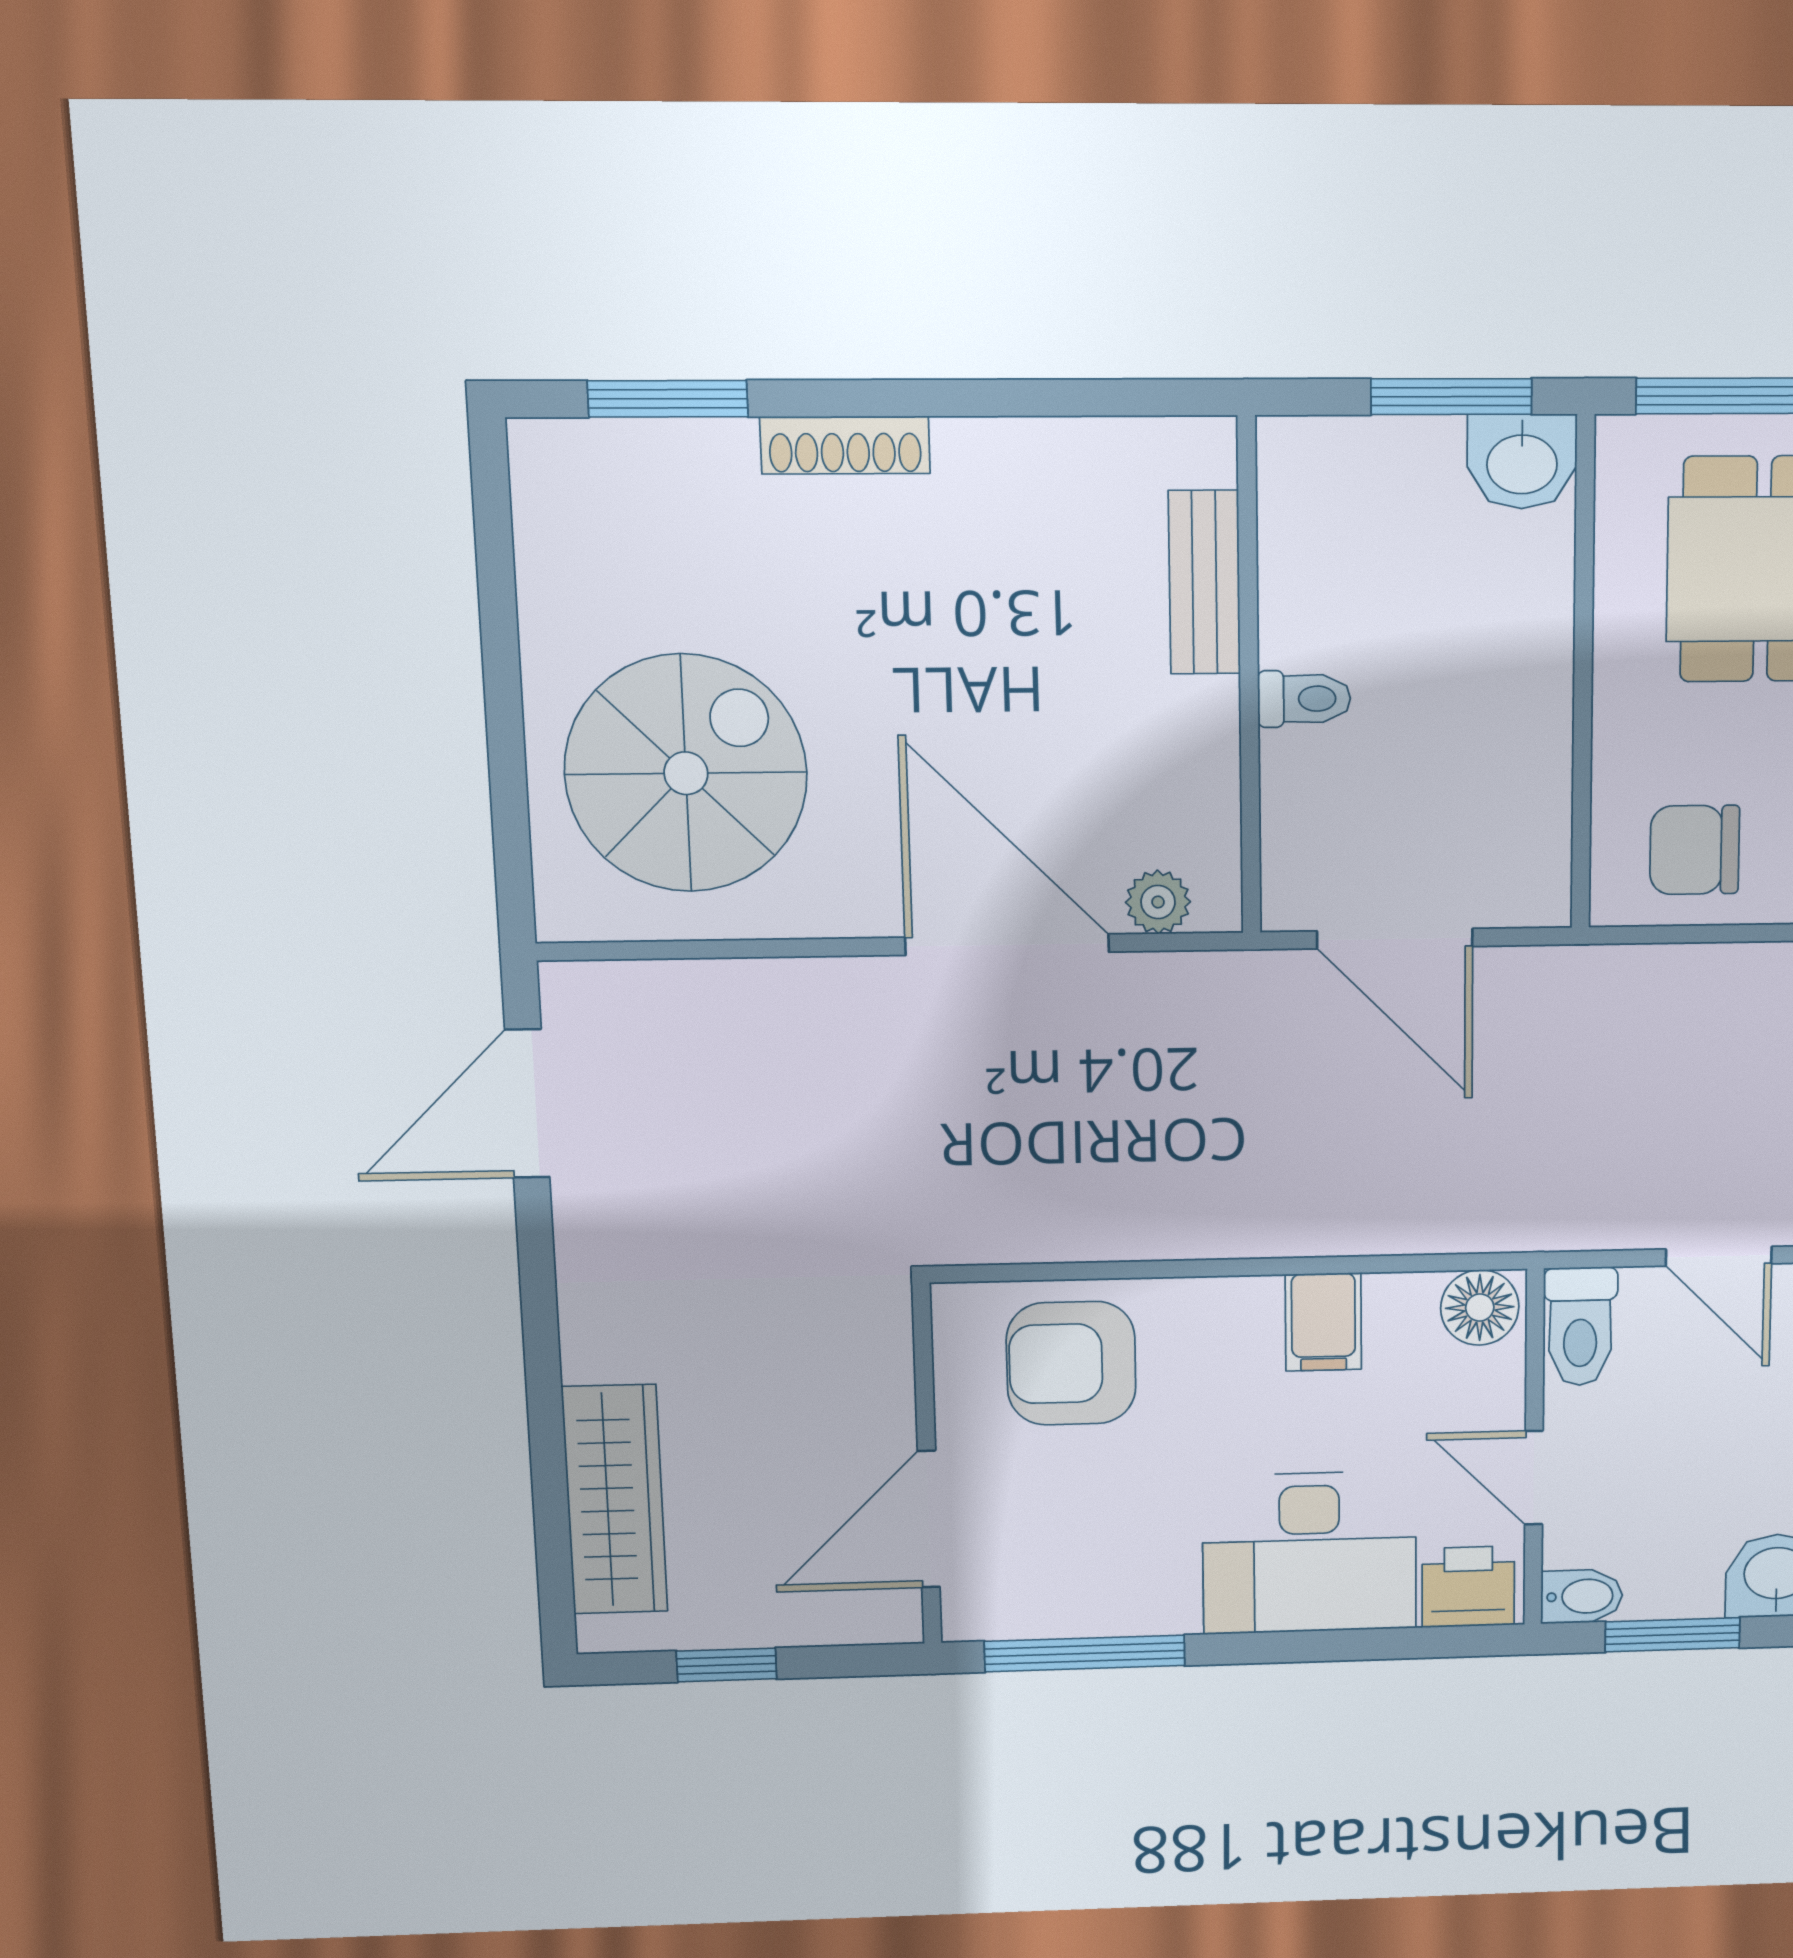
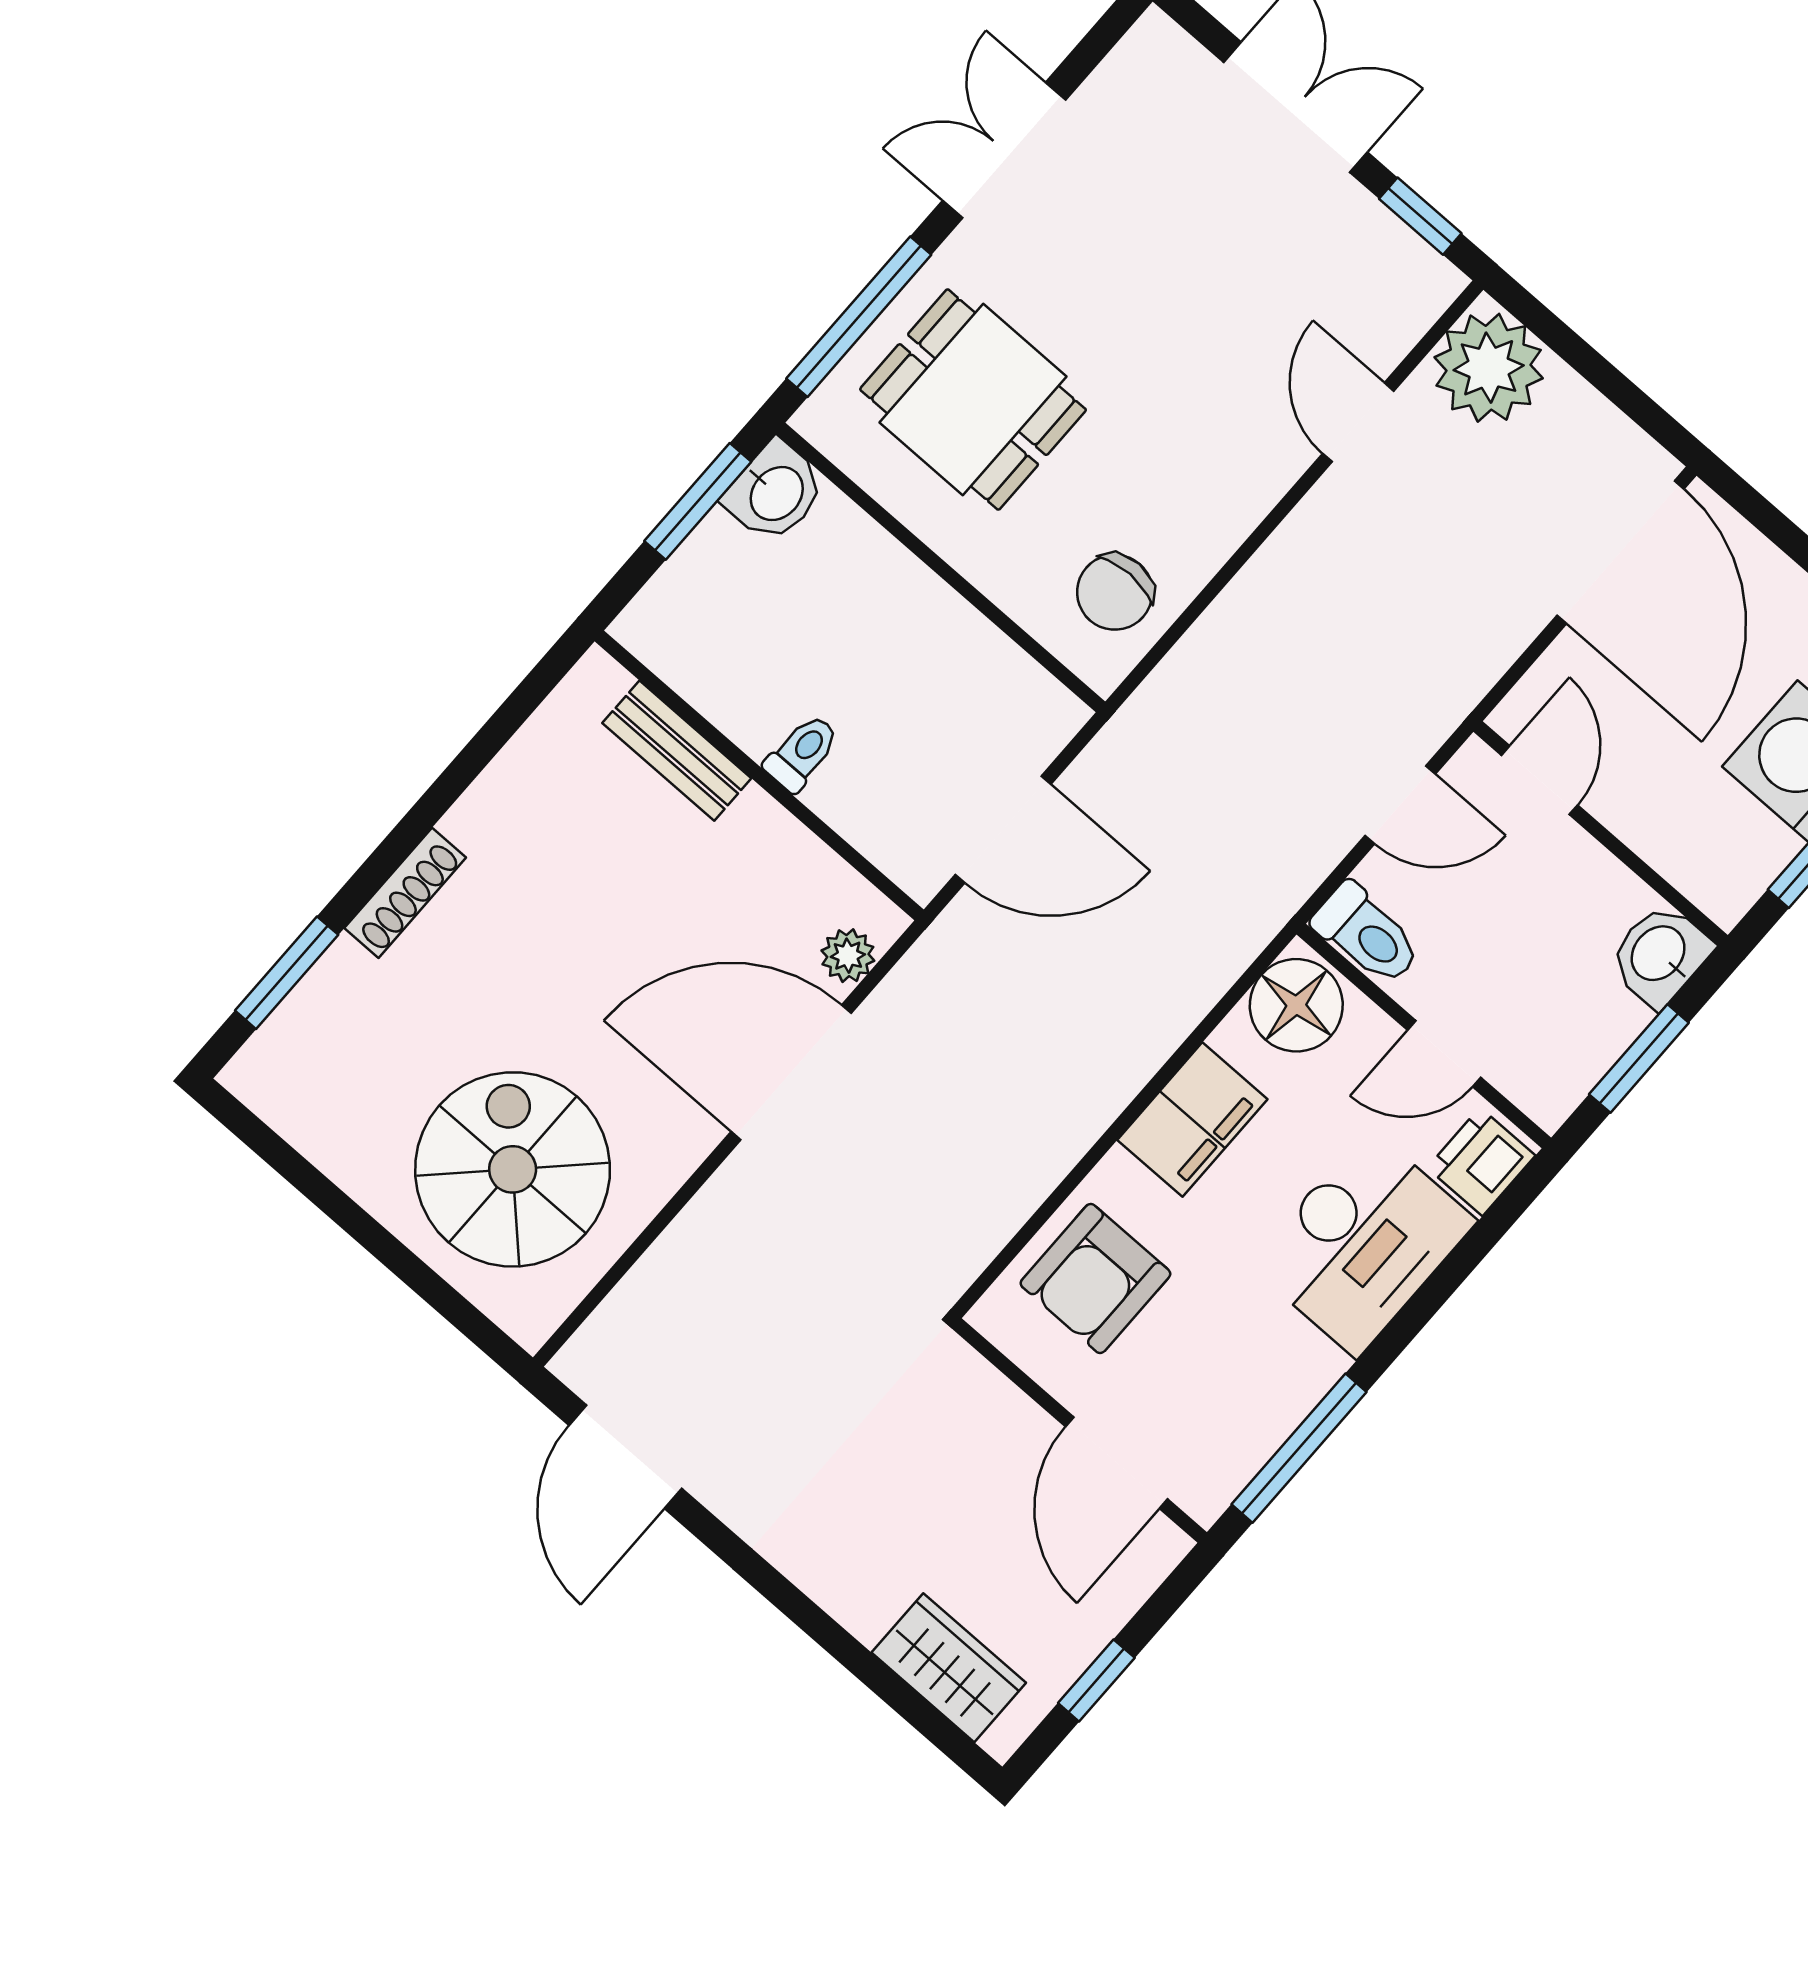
floor lamp: (1480, 1308) -> (1296, 1005), width x1.38, depth x1.38
filing cabinet: (1323, 1322) -> (1192, 1120), width x2.00
wardrobe: (615, 1500) -> (949, 1668), width x0.67
bidet: (1582, 1596) -> (1556, 1094), removed

